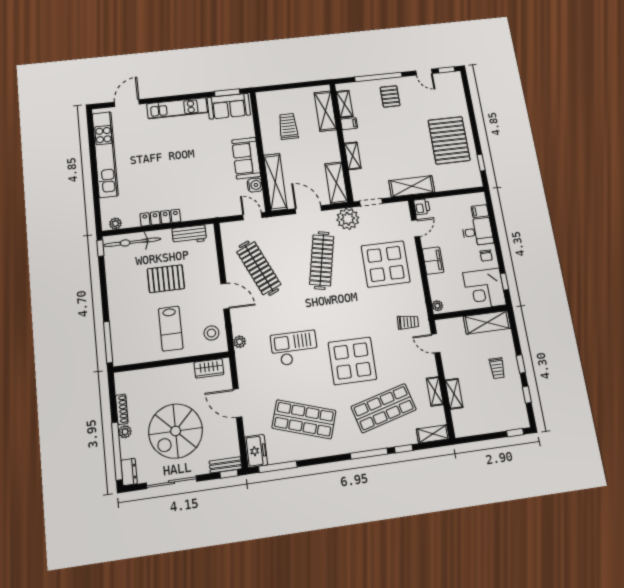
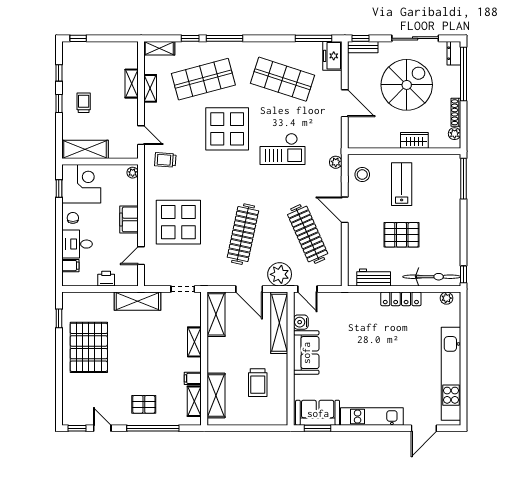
pallet: (390, 96) -> (144, 404), turned 90
printer: (422, 207) -> (106, 279), moved, turned 90
plant: (348, 219) -> (280, 274), moved
wardrobe: (209, 368) -> (414, 140), moved
plant: (125, 432) -> (455, 134), moved

